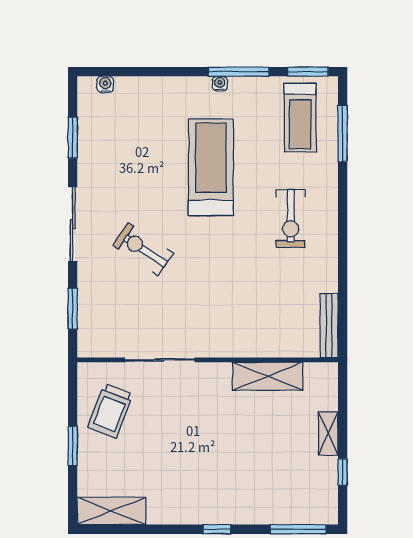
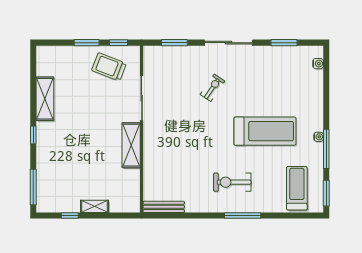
treadmill: (300, 118) -> (297, 188), turned 90
window: (343, 134) -> (243, 216), moved
exercise bike: (143, 249) -> (212, 88), width x0.73, depth x0.72
shelving: (268, 376) -> (131, 145), moved
window: (73, 396) -> (118, 43), added
shelving: (111, 511) -> (45, 99), moved

